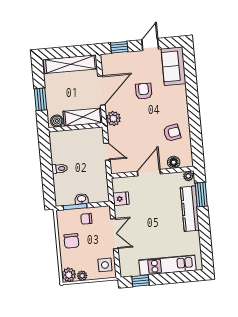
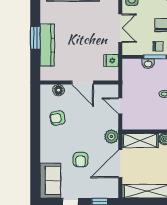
door: (149, 173) -> (83, 83), hinge flipped
plant: (188, 176) -> (46, 76), removed
window: (201, 195) -> (35, 38), moved
chair: (86, 219) -> (158, 46), moved
double door: (114, 234) -> (120, 28), swing flipped

